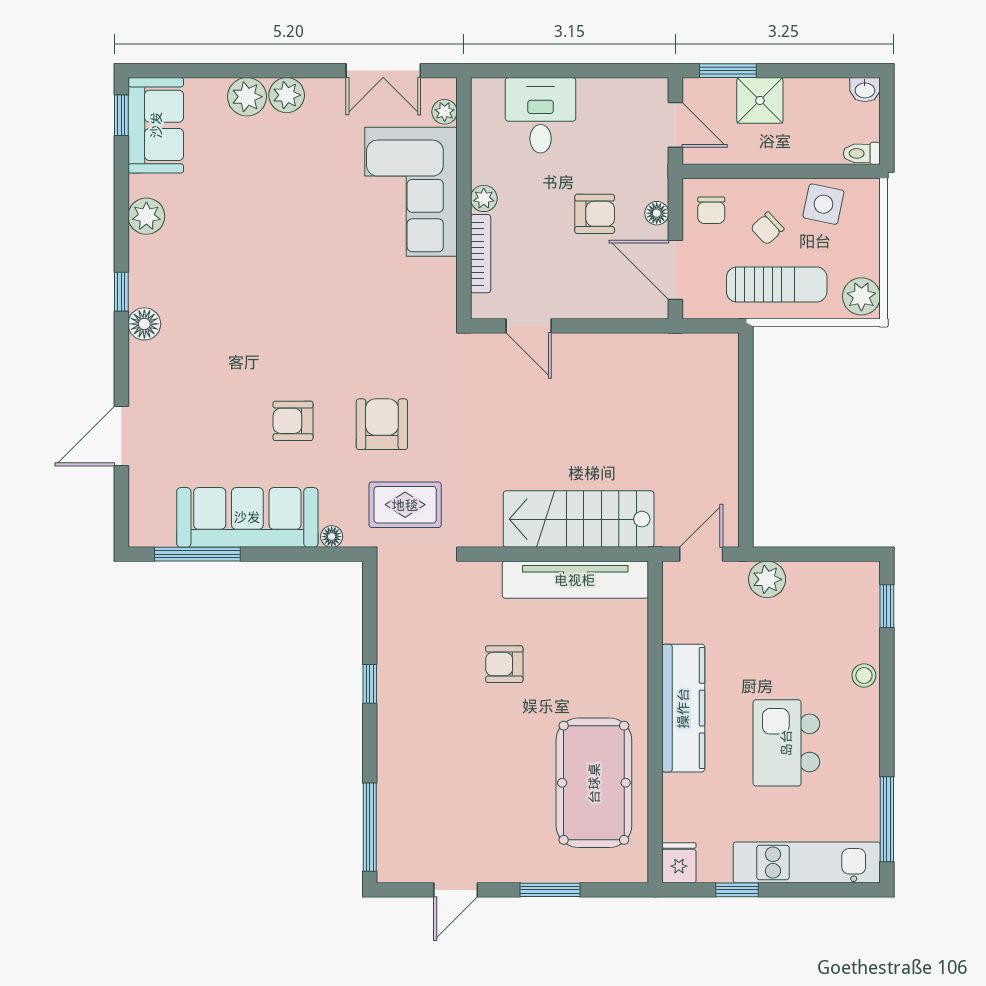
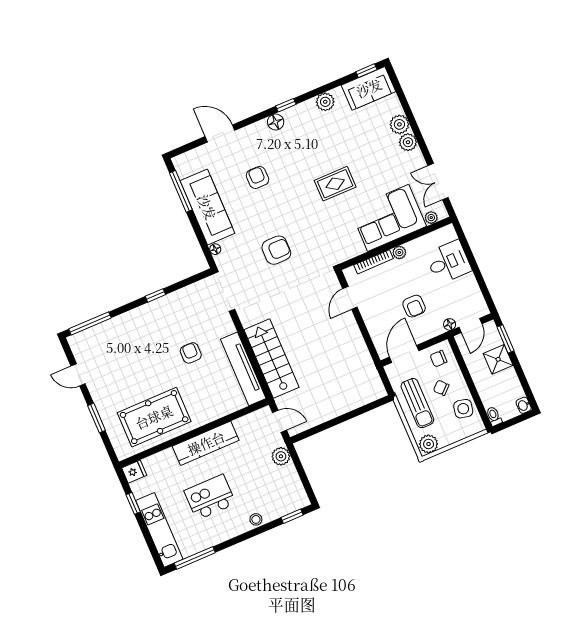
floor lamp: (657, 213) -> (450, 324), moved
armchair: (293, 421) -> (257, 177), moved
rug: (405, 505) -> (335, 184), moved, turned 90

